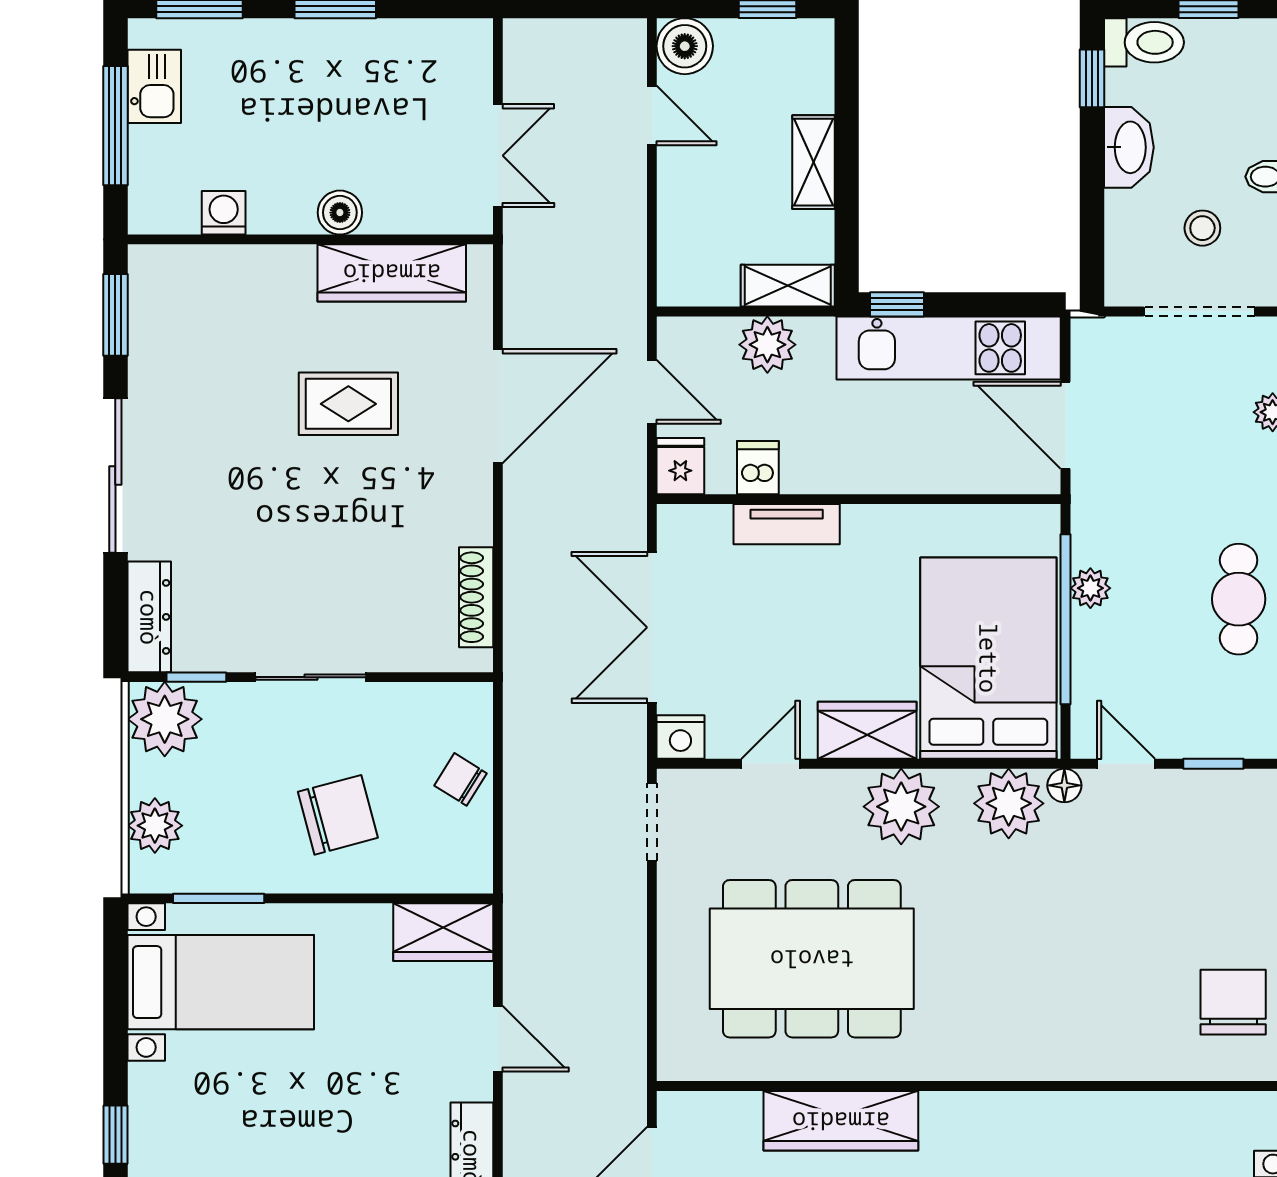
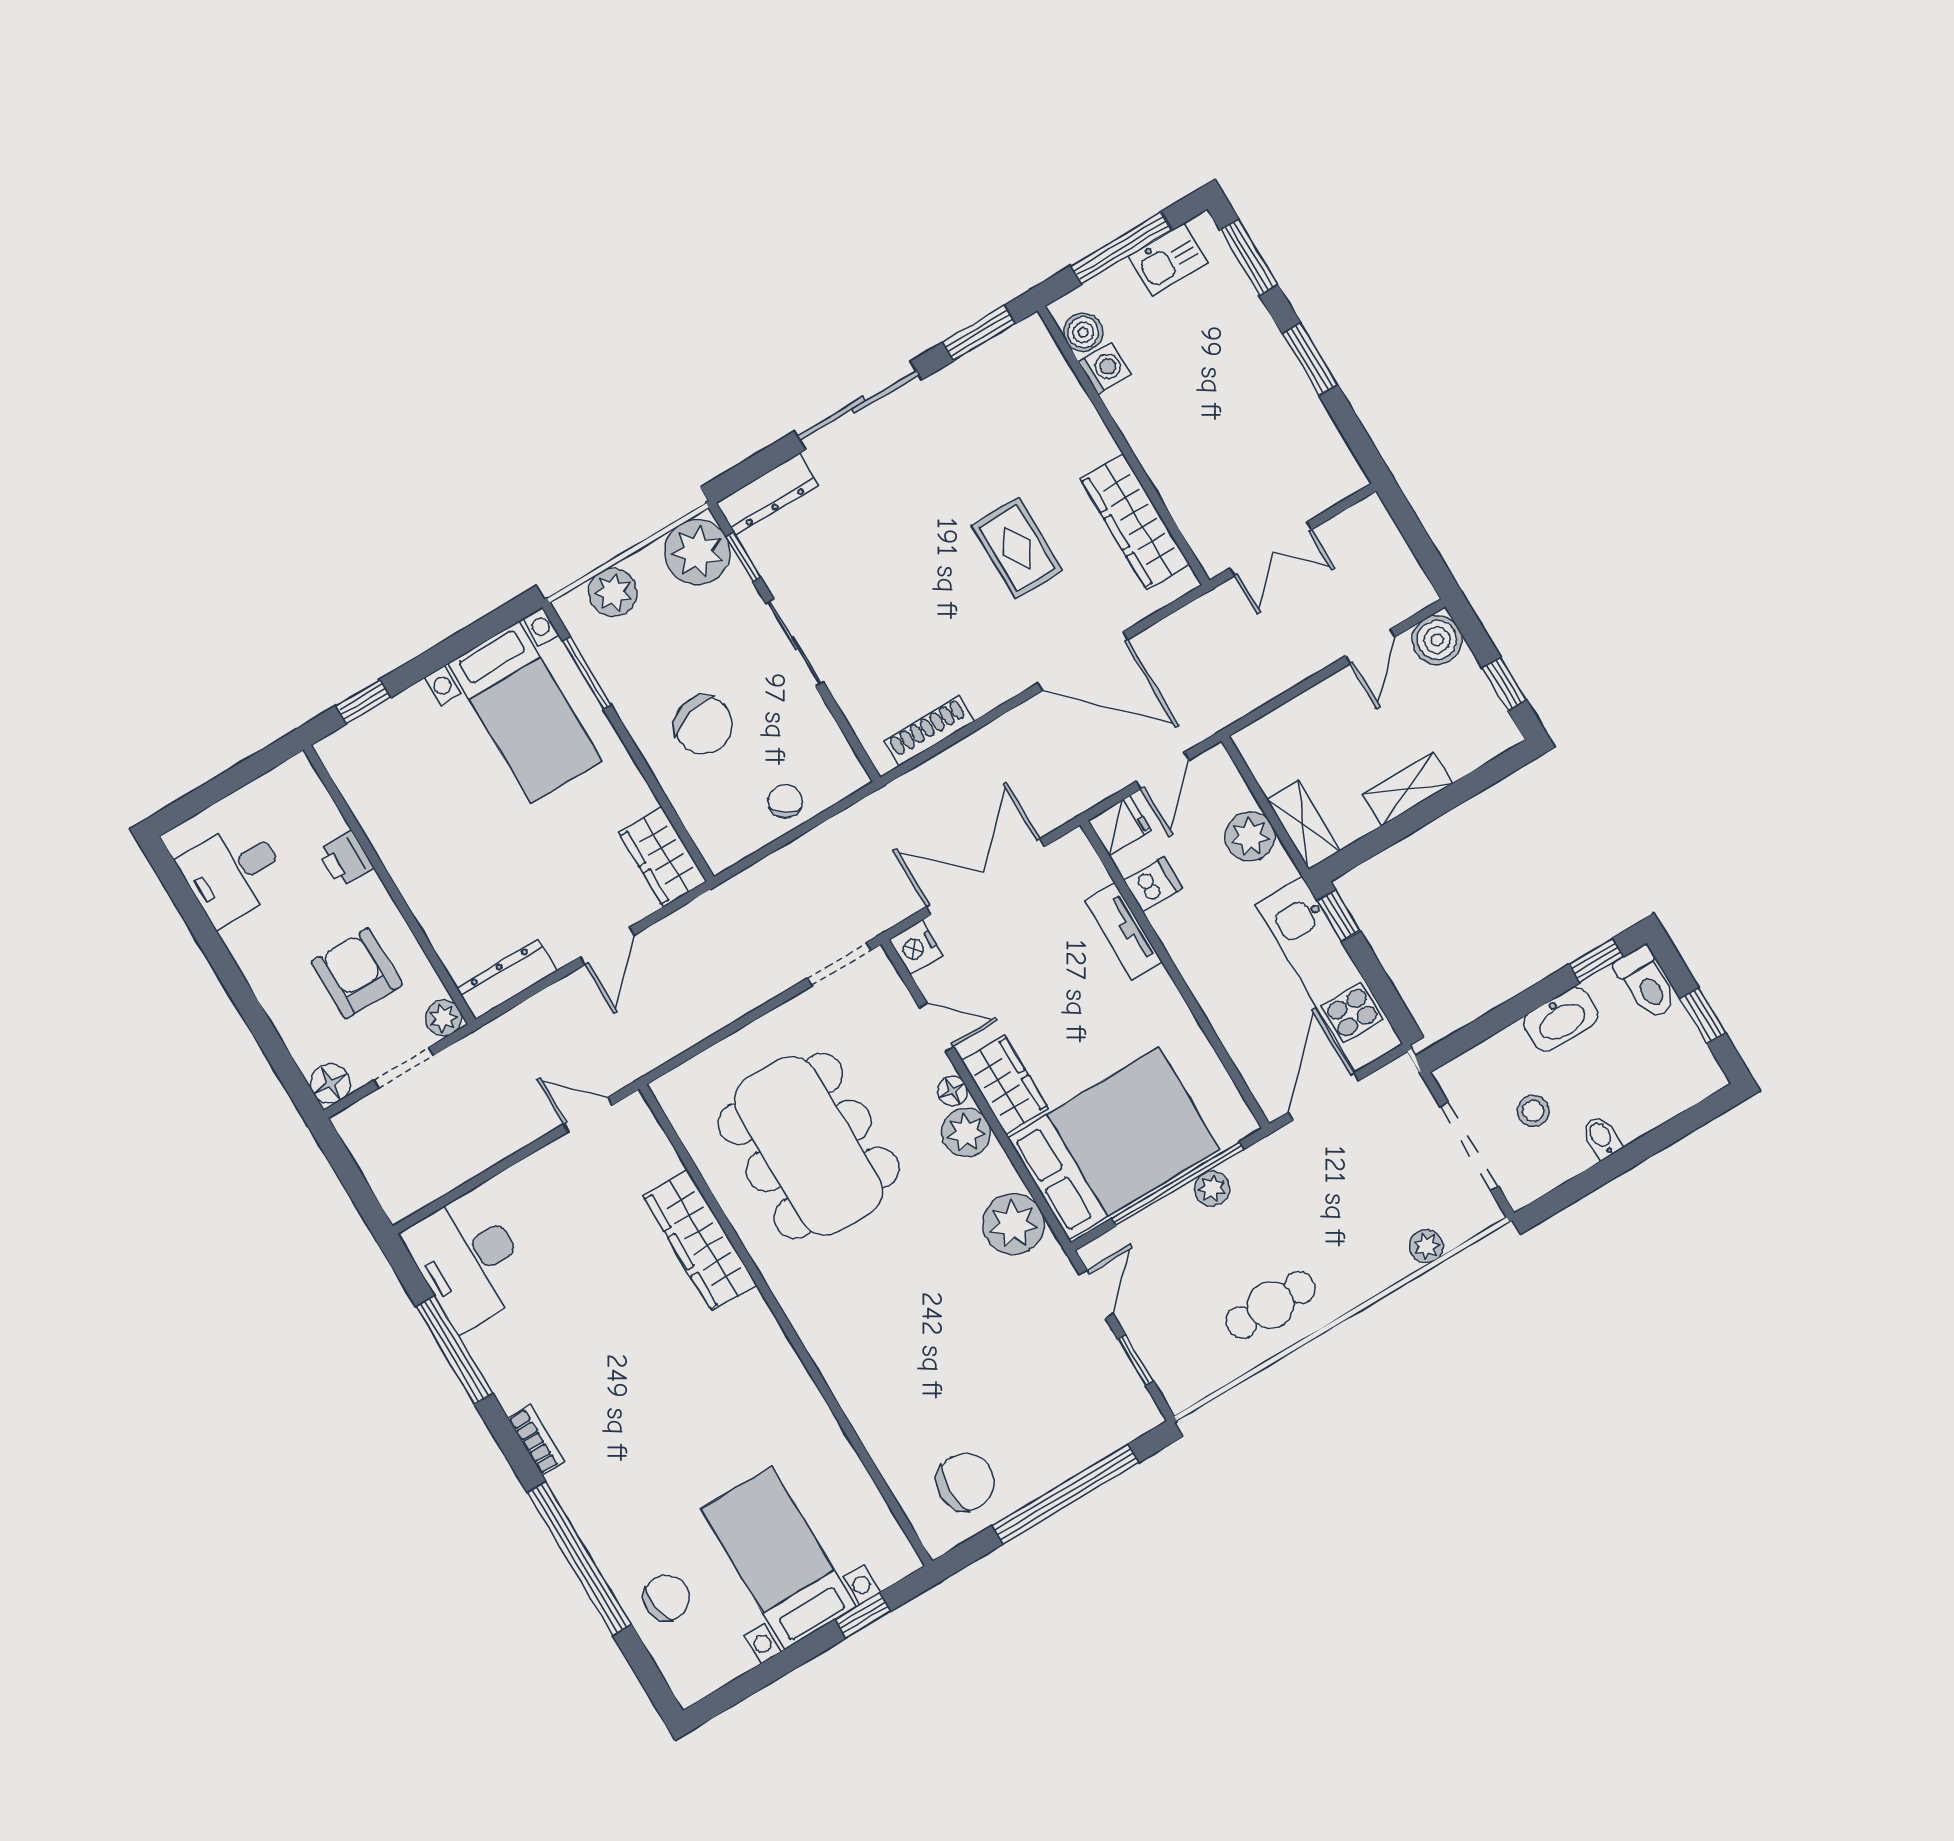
boiler: (340, 213) -> (1083, 332), moved
floor lamp: (1064, 785) -> (952, 1091), moved
plant: (901, 807) -> (966, 1132), width x0.73, depth x0.73

